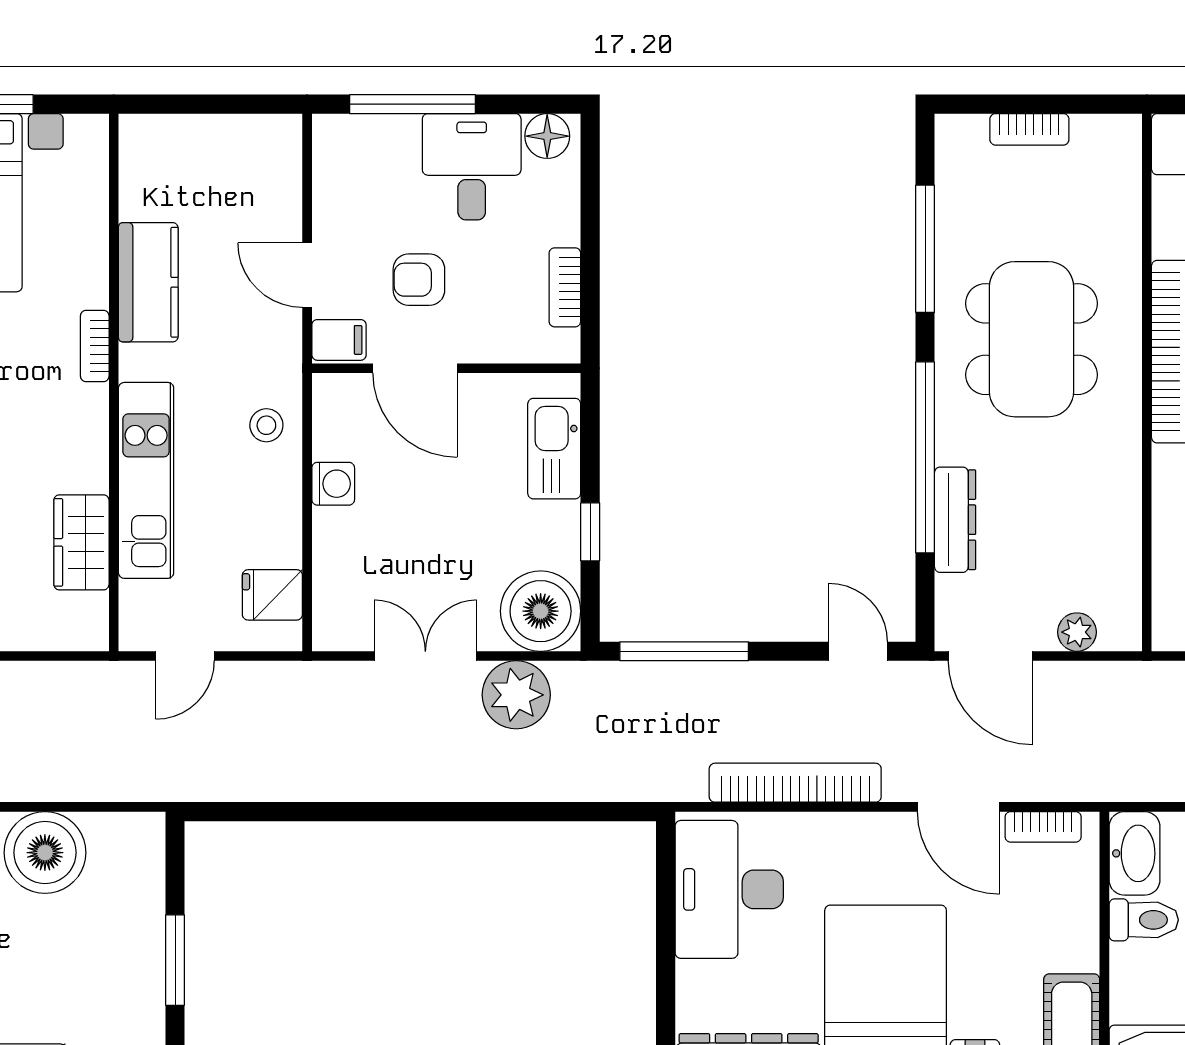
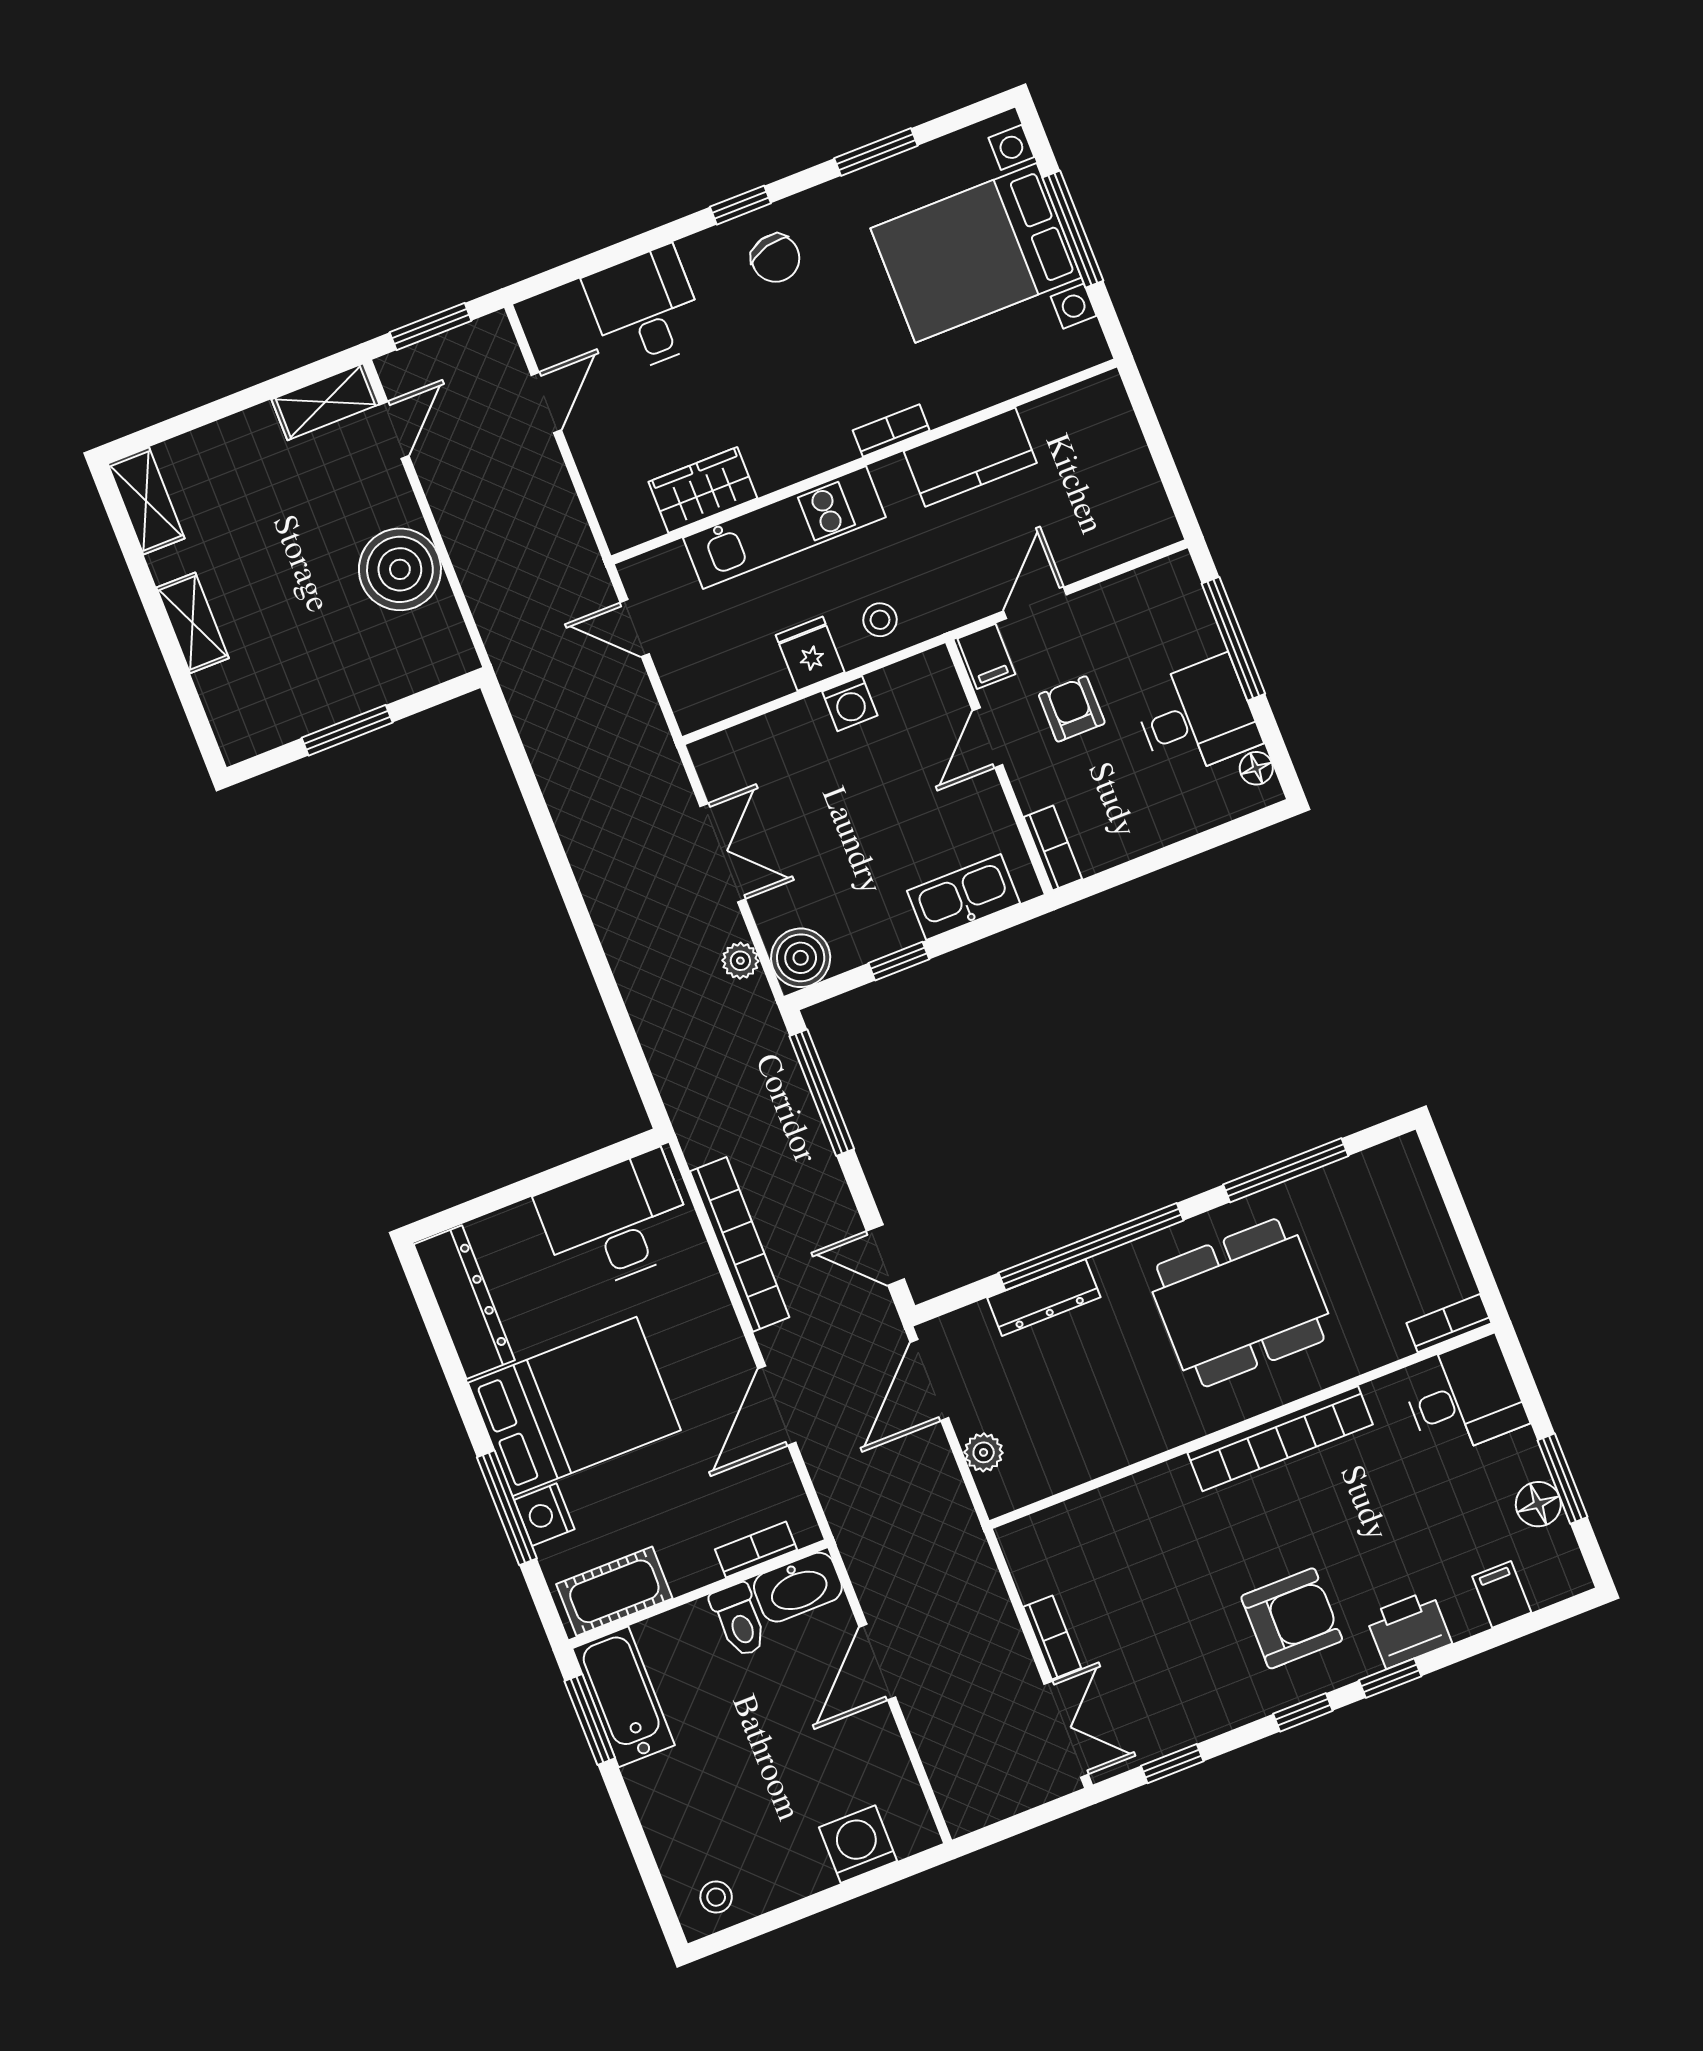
bookcase: (1029, 129) -> (1449, 1323), moved, turned 90
floor lamp: (547, 136) -> (1256, 768), width x0.73, depth x0.73
bookcase: (565, 287) -> (1053, 848), moved, turned 90
door: (415, 368) -> (988, 738), width x0.73
fridge: (272, 595) -> (810, 654), moved
boiler: (541, 611) -> (801, 958), width x0.73, depth x0.73
door: (858, 651) -> (885, 1255), swing flipped
plant: (516, 695) -> (740, 961), width x0.53, depth x0.53
bookcase: (1043, 827) -> (756, 1550), moved, turned 90

